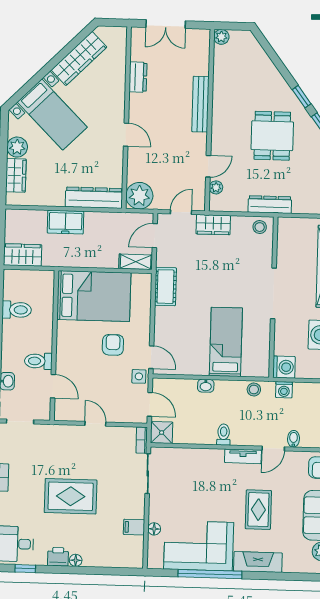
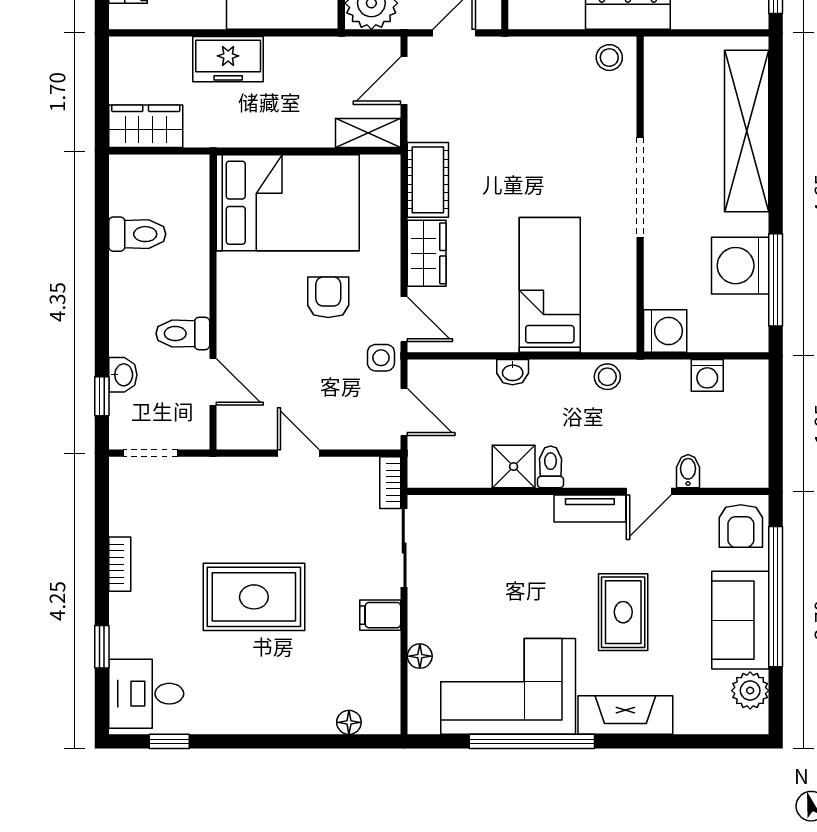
wardrobe: (213, 225) -> (427, 253), moved, turned -90
washing machine: (284, 390) -> (707, 375), moved
shower: (162, 433) -> (514, 467), moved
filing cabinet: (134, 527) -> (380, 615), moved
printer: (58, 557) -> (233, 716), removed
floor lamp: (76, 560) -> (349, 722), moved

